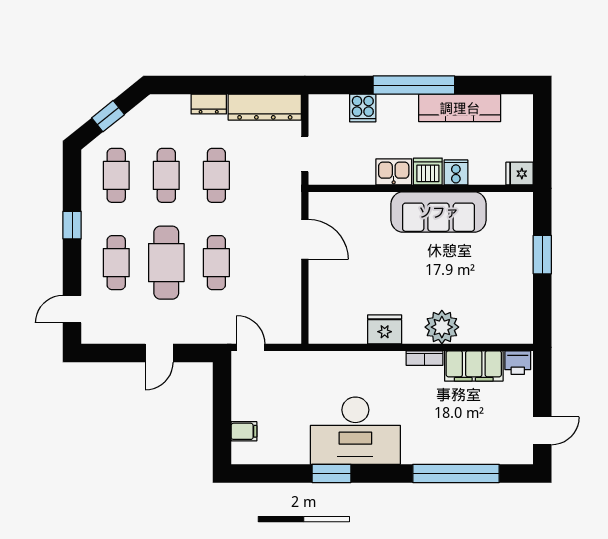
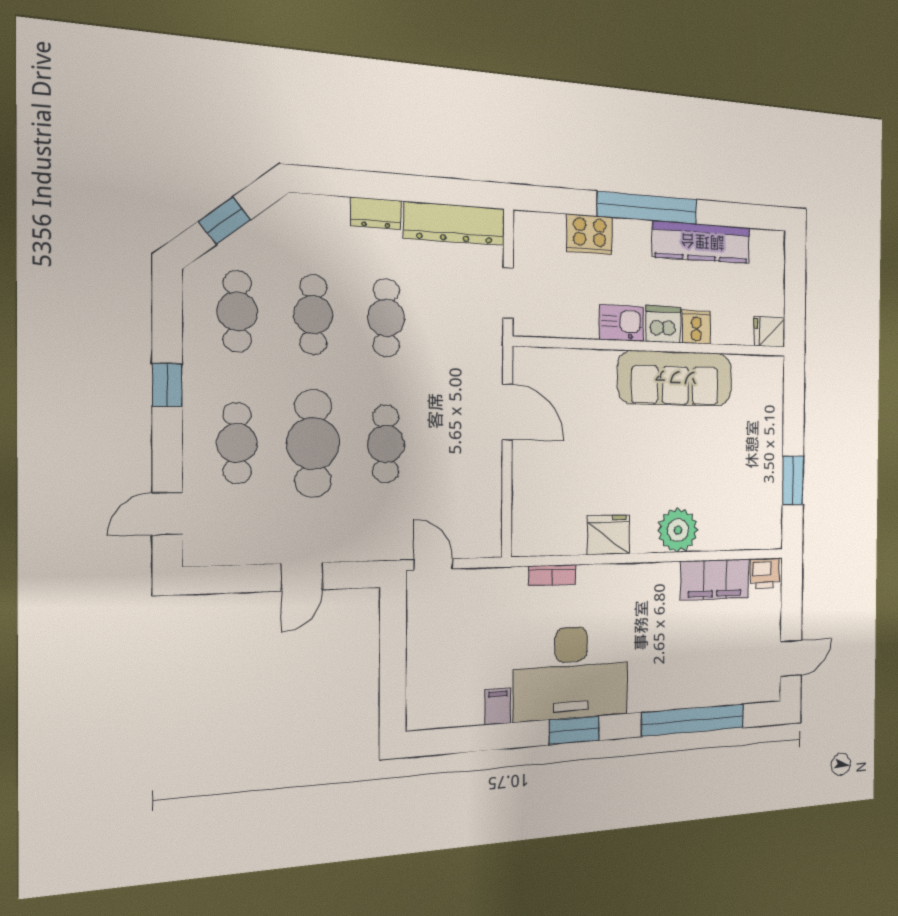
cooker: (363, 108) -> (590, 234), width x1.36
window: (542, 255) -> (793, 481), moved
bookcase: (424, 358) -> (552, 575), moved
filing cabinet: (244, 431) -> (498, 706), moved, turned -90
window: (332, 473) -> (574, 730), moved

